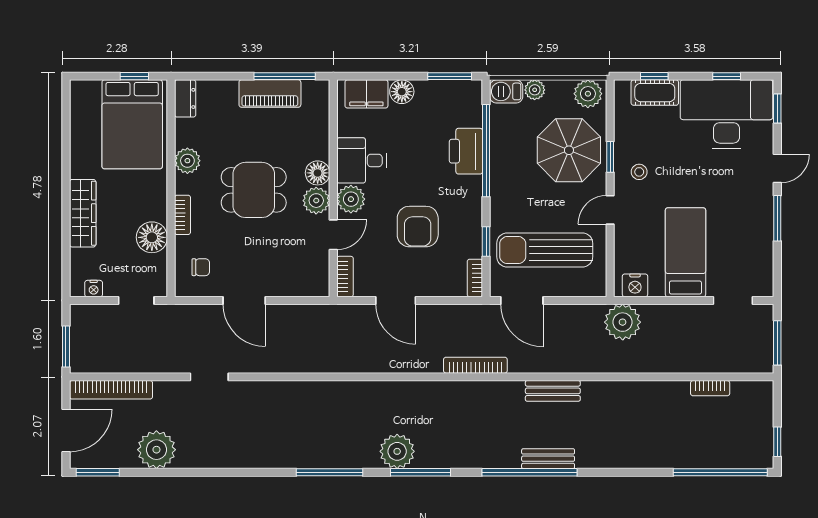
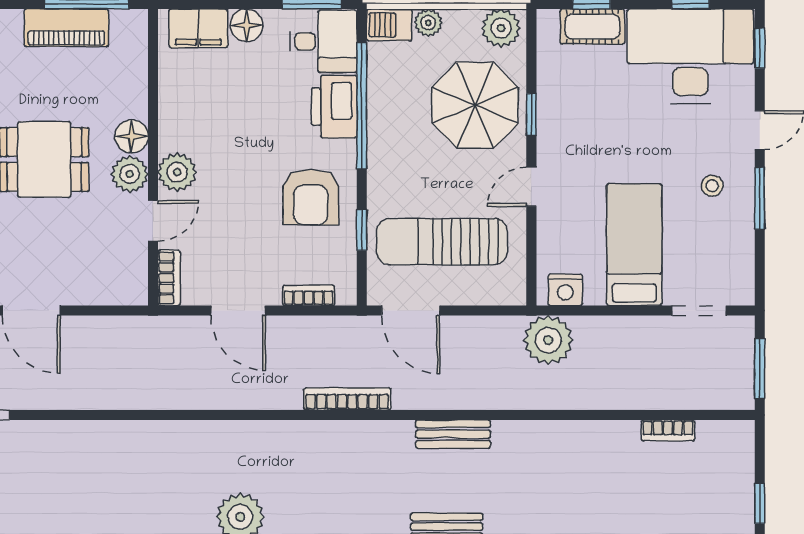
desk: (361, 160) -> (323, 41), moved, turned 180
stool: (639, 172) -> (712, 186), moved
armchair: (418, 227) -> (311, 197), moved
bookcase: (475, 278) -> (309, 295), moved, turned 90

